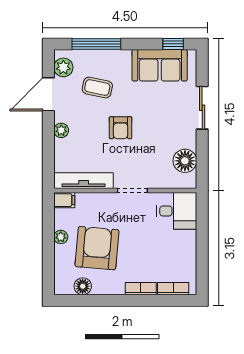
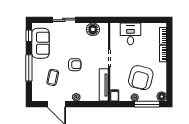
window: (96, 44) -> (29, 68), moved
plant: (63, 67) -> (42, 96), removed
desk: (177, 211) -> (130, 34), moved
armchair: (97, 248) -> (141, 78), turned -81
window: (48, 259) -> (147, 104), added
floor lamp: (83, 286) -> (162, 97), moved

